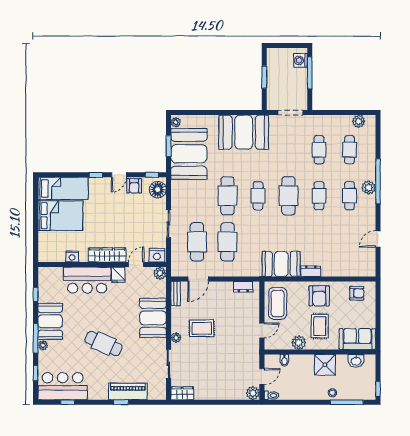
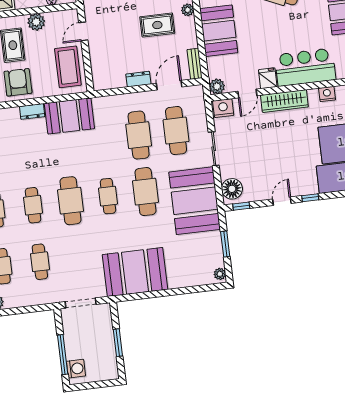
booth: (189, 154) -> (195, 201), moved
armchair: (134, 186) -> (262, 190), removed
dresser: (243, 287) -> (138, 79), moved

